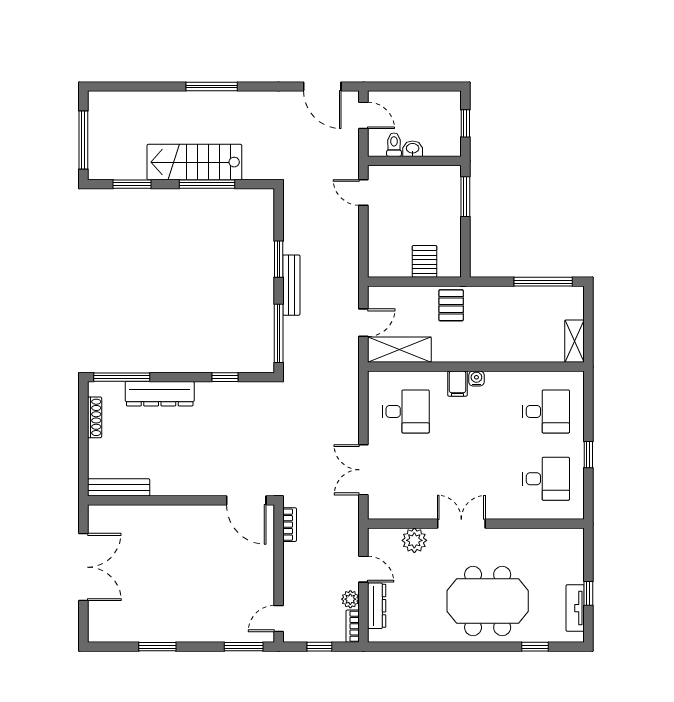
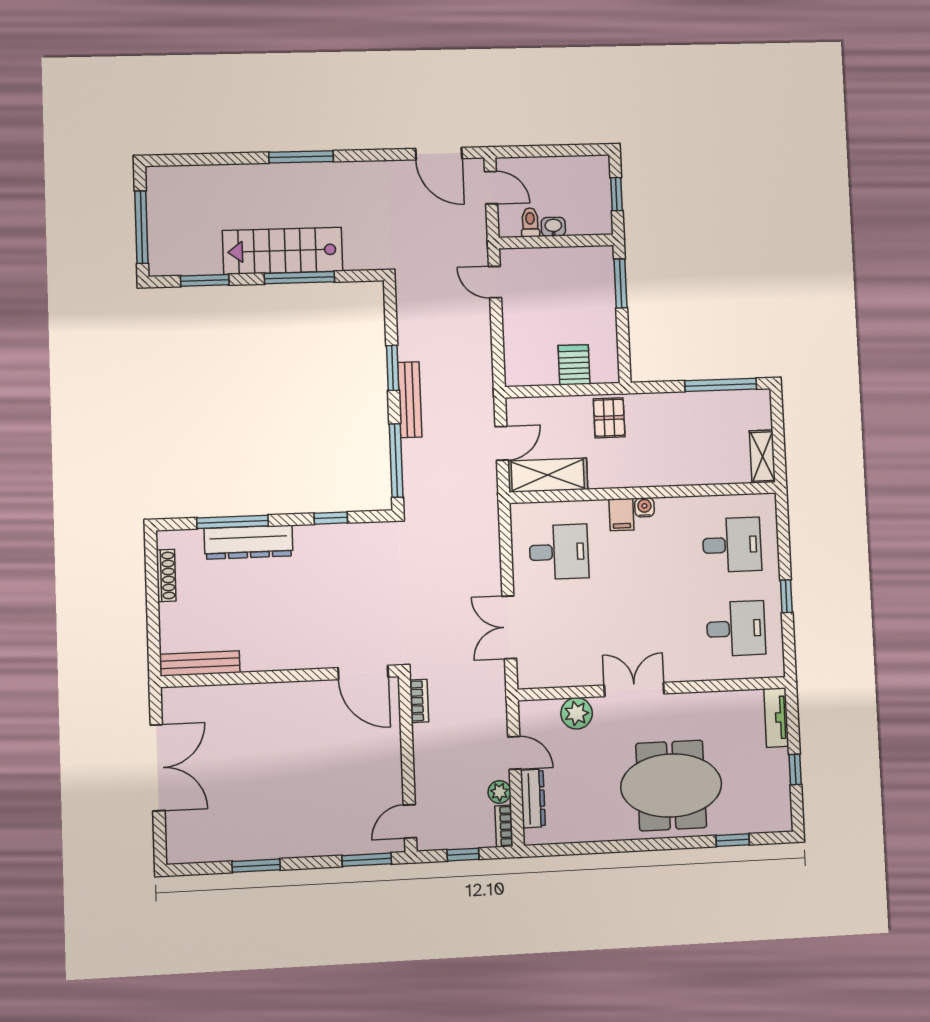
window: (122, 377) -> (233, 522), moved
tv unit: (575, 608) -> (776, 718), moved

